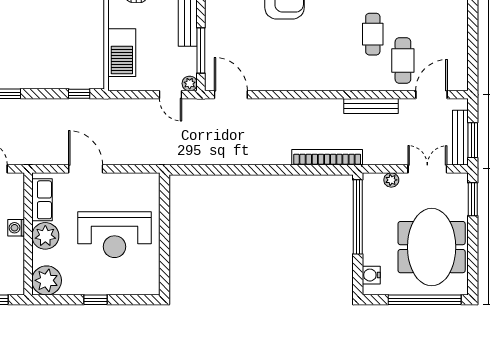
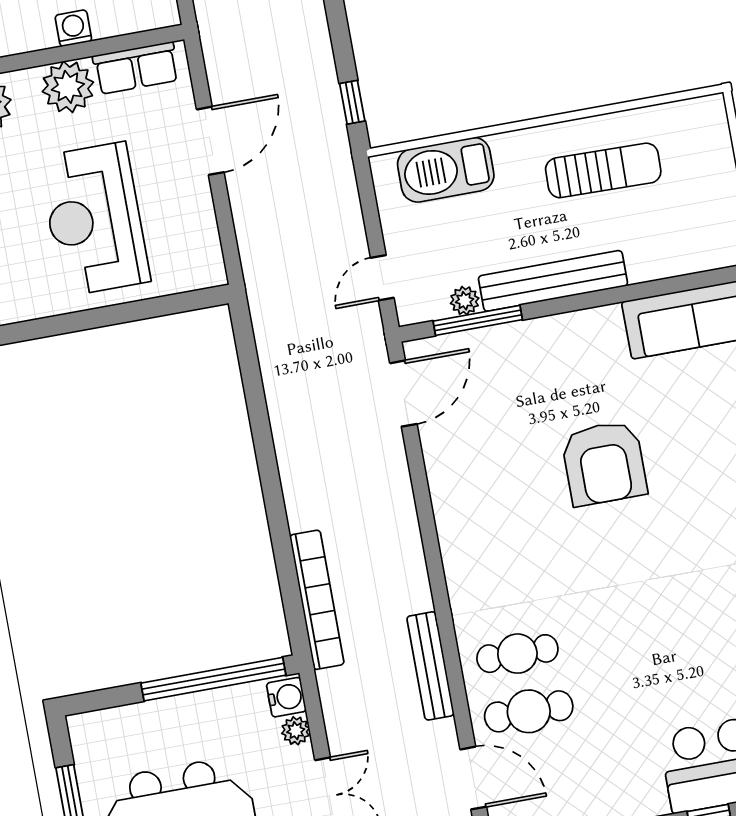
cafe table: (373, 34) -> (517, 654), moved
plant: (190, 83) -> (465, 301), moved
water cooler: (371, 275) -> (286, 697), moved, turned 90

